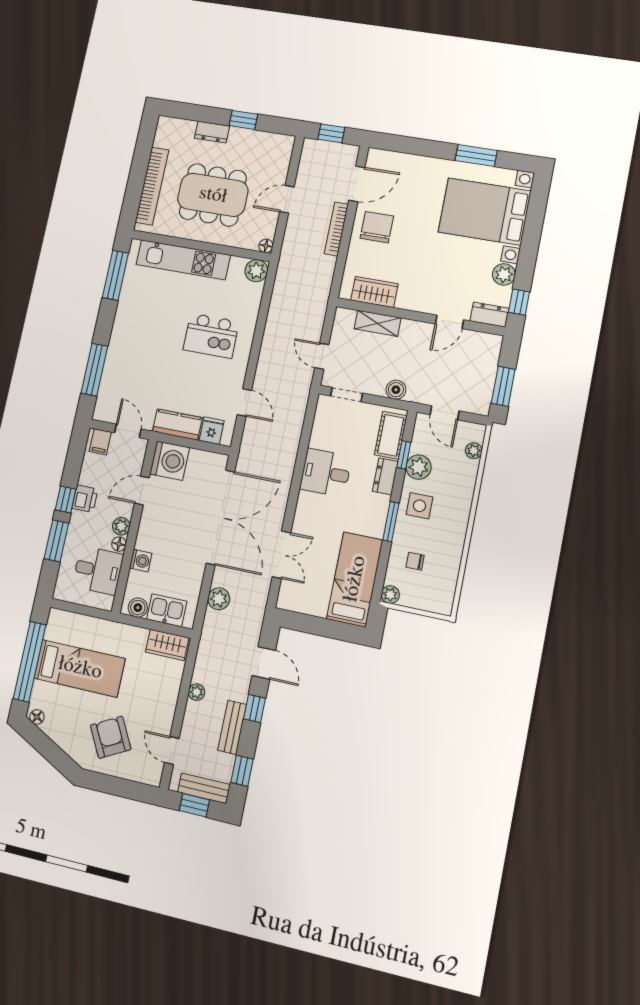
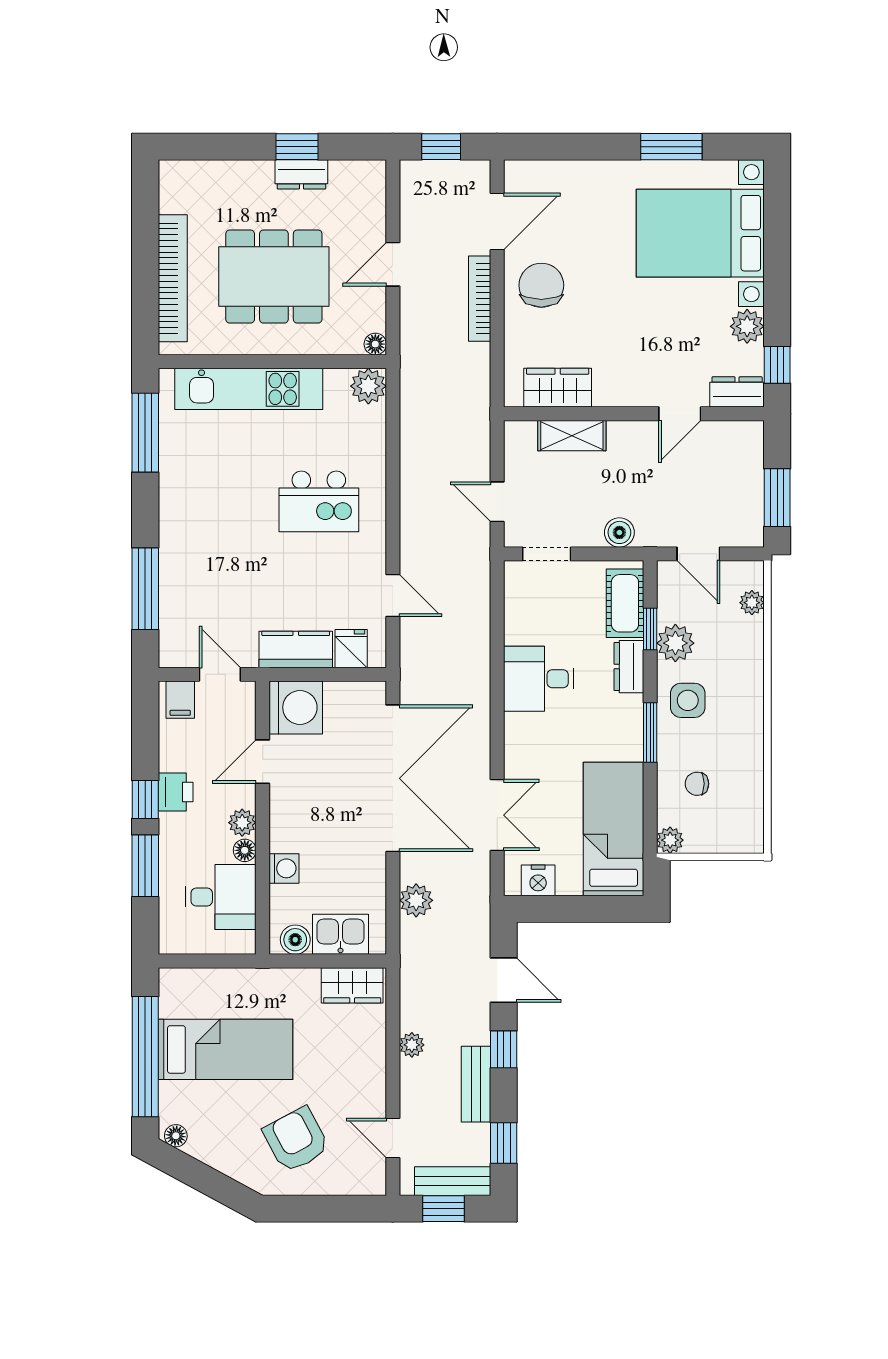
dresser: (212, 132) -> (301, 174), moved
nightstand: (299, 603) -> (538, 880), added

